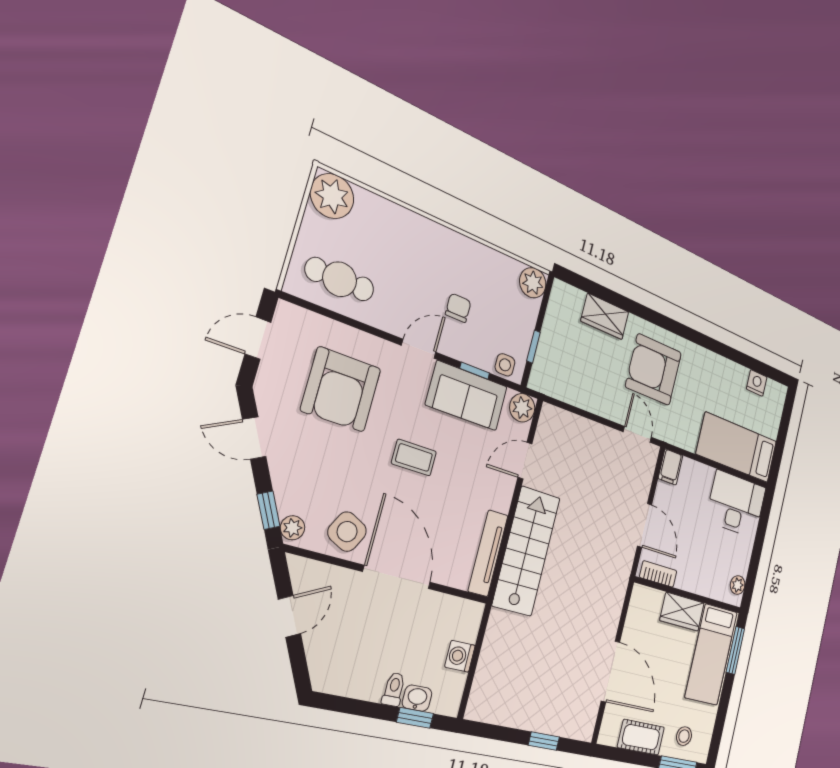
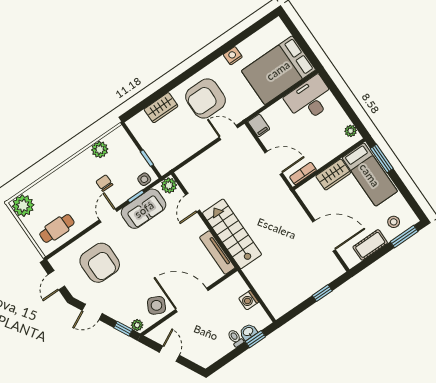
plant: (533, 283) -> (100, 150), moved
nightstand: (757, 383) -> (233, 56), moved
bed: (737, 448) -> (278, 70), width x1.50
coffee table: (414, 458) -> (150, 254), removed

